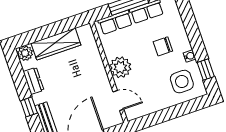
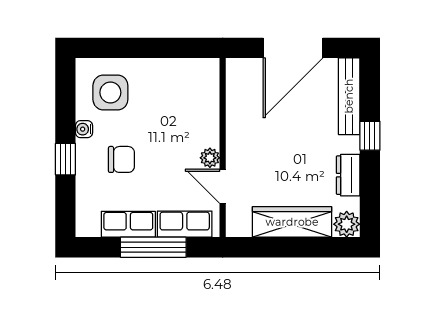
plant: (120, 67) -> (210, 158), width x0.53, depth x0.53
window: (206, 70) -> (65, 159), moved
door: (118, 101) -> (223, 186), moved

